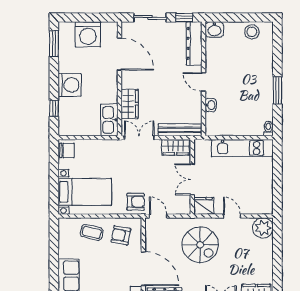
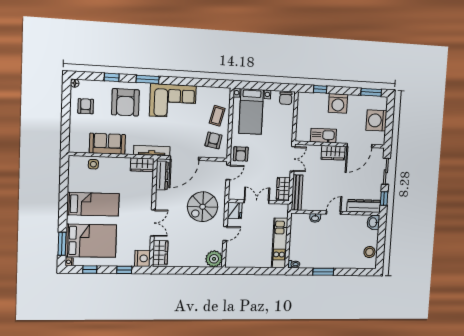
wardrobe: (130, 104) -> (333, 153), moved
kitchen sink: (109, 120) -> (323, 136), moved

